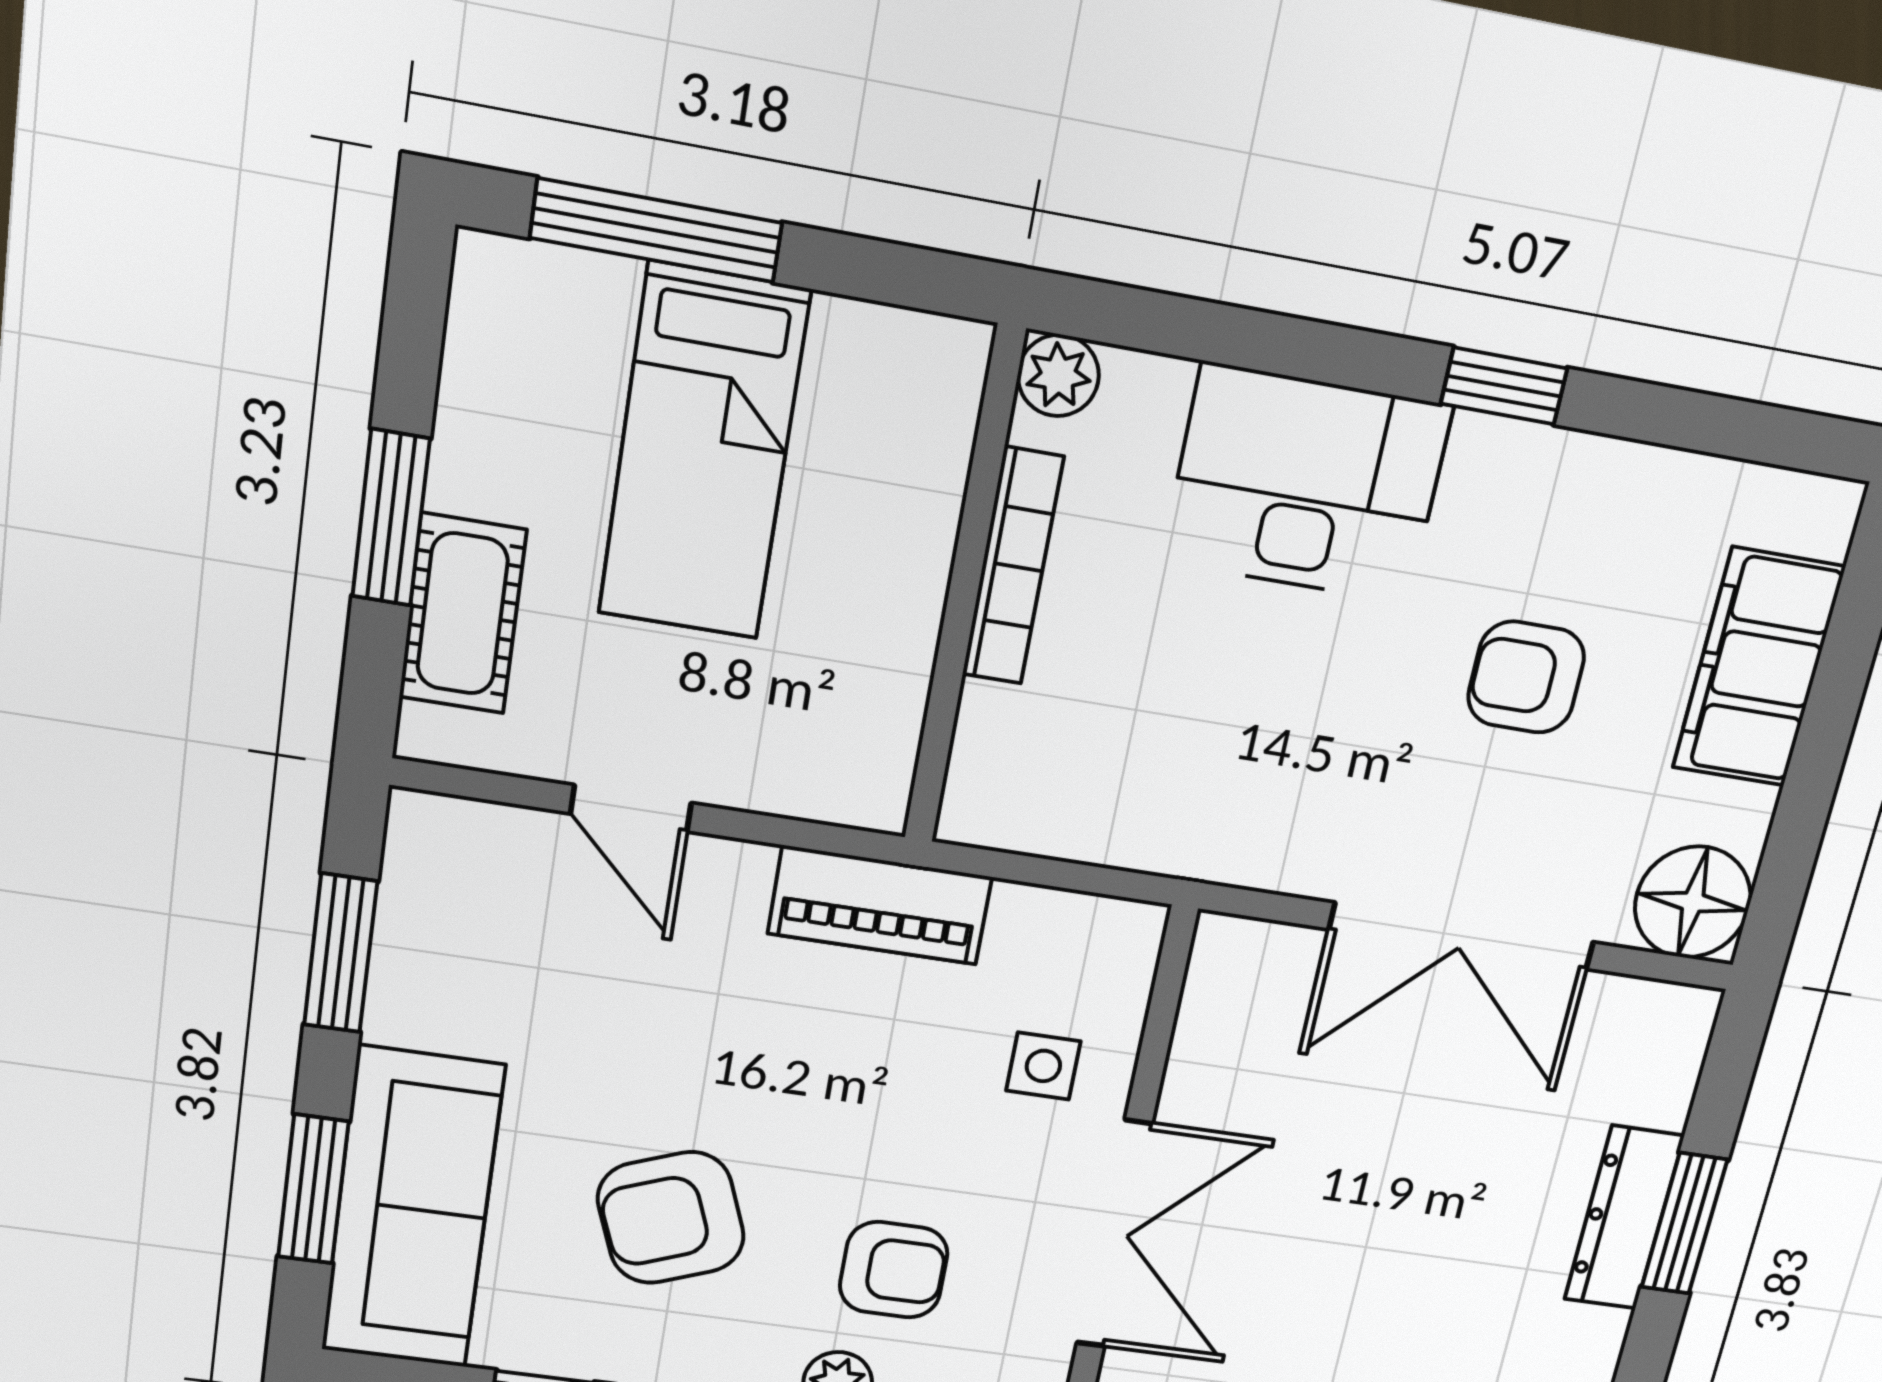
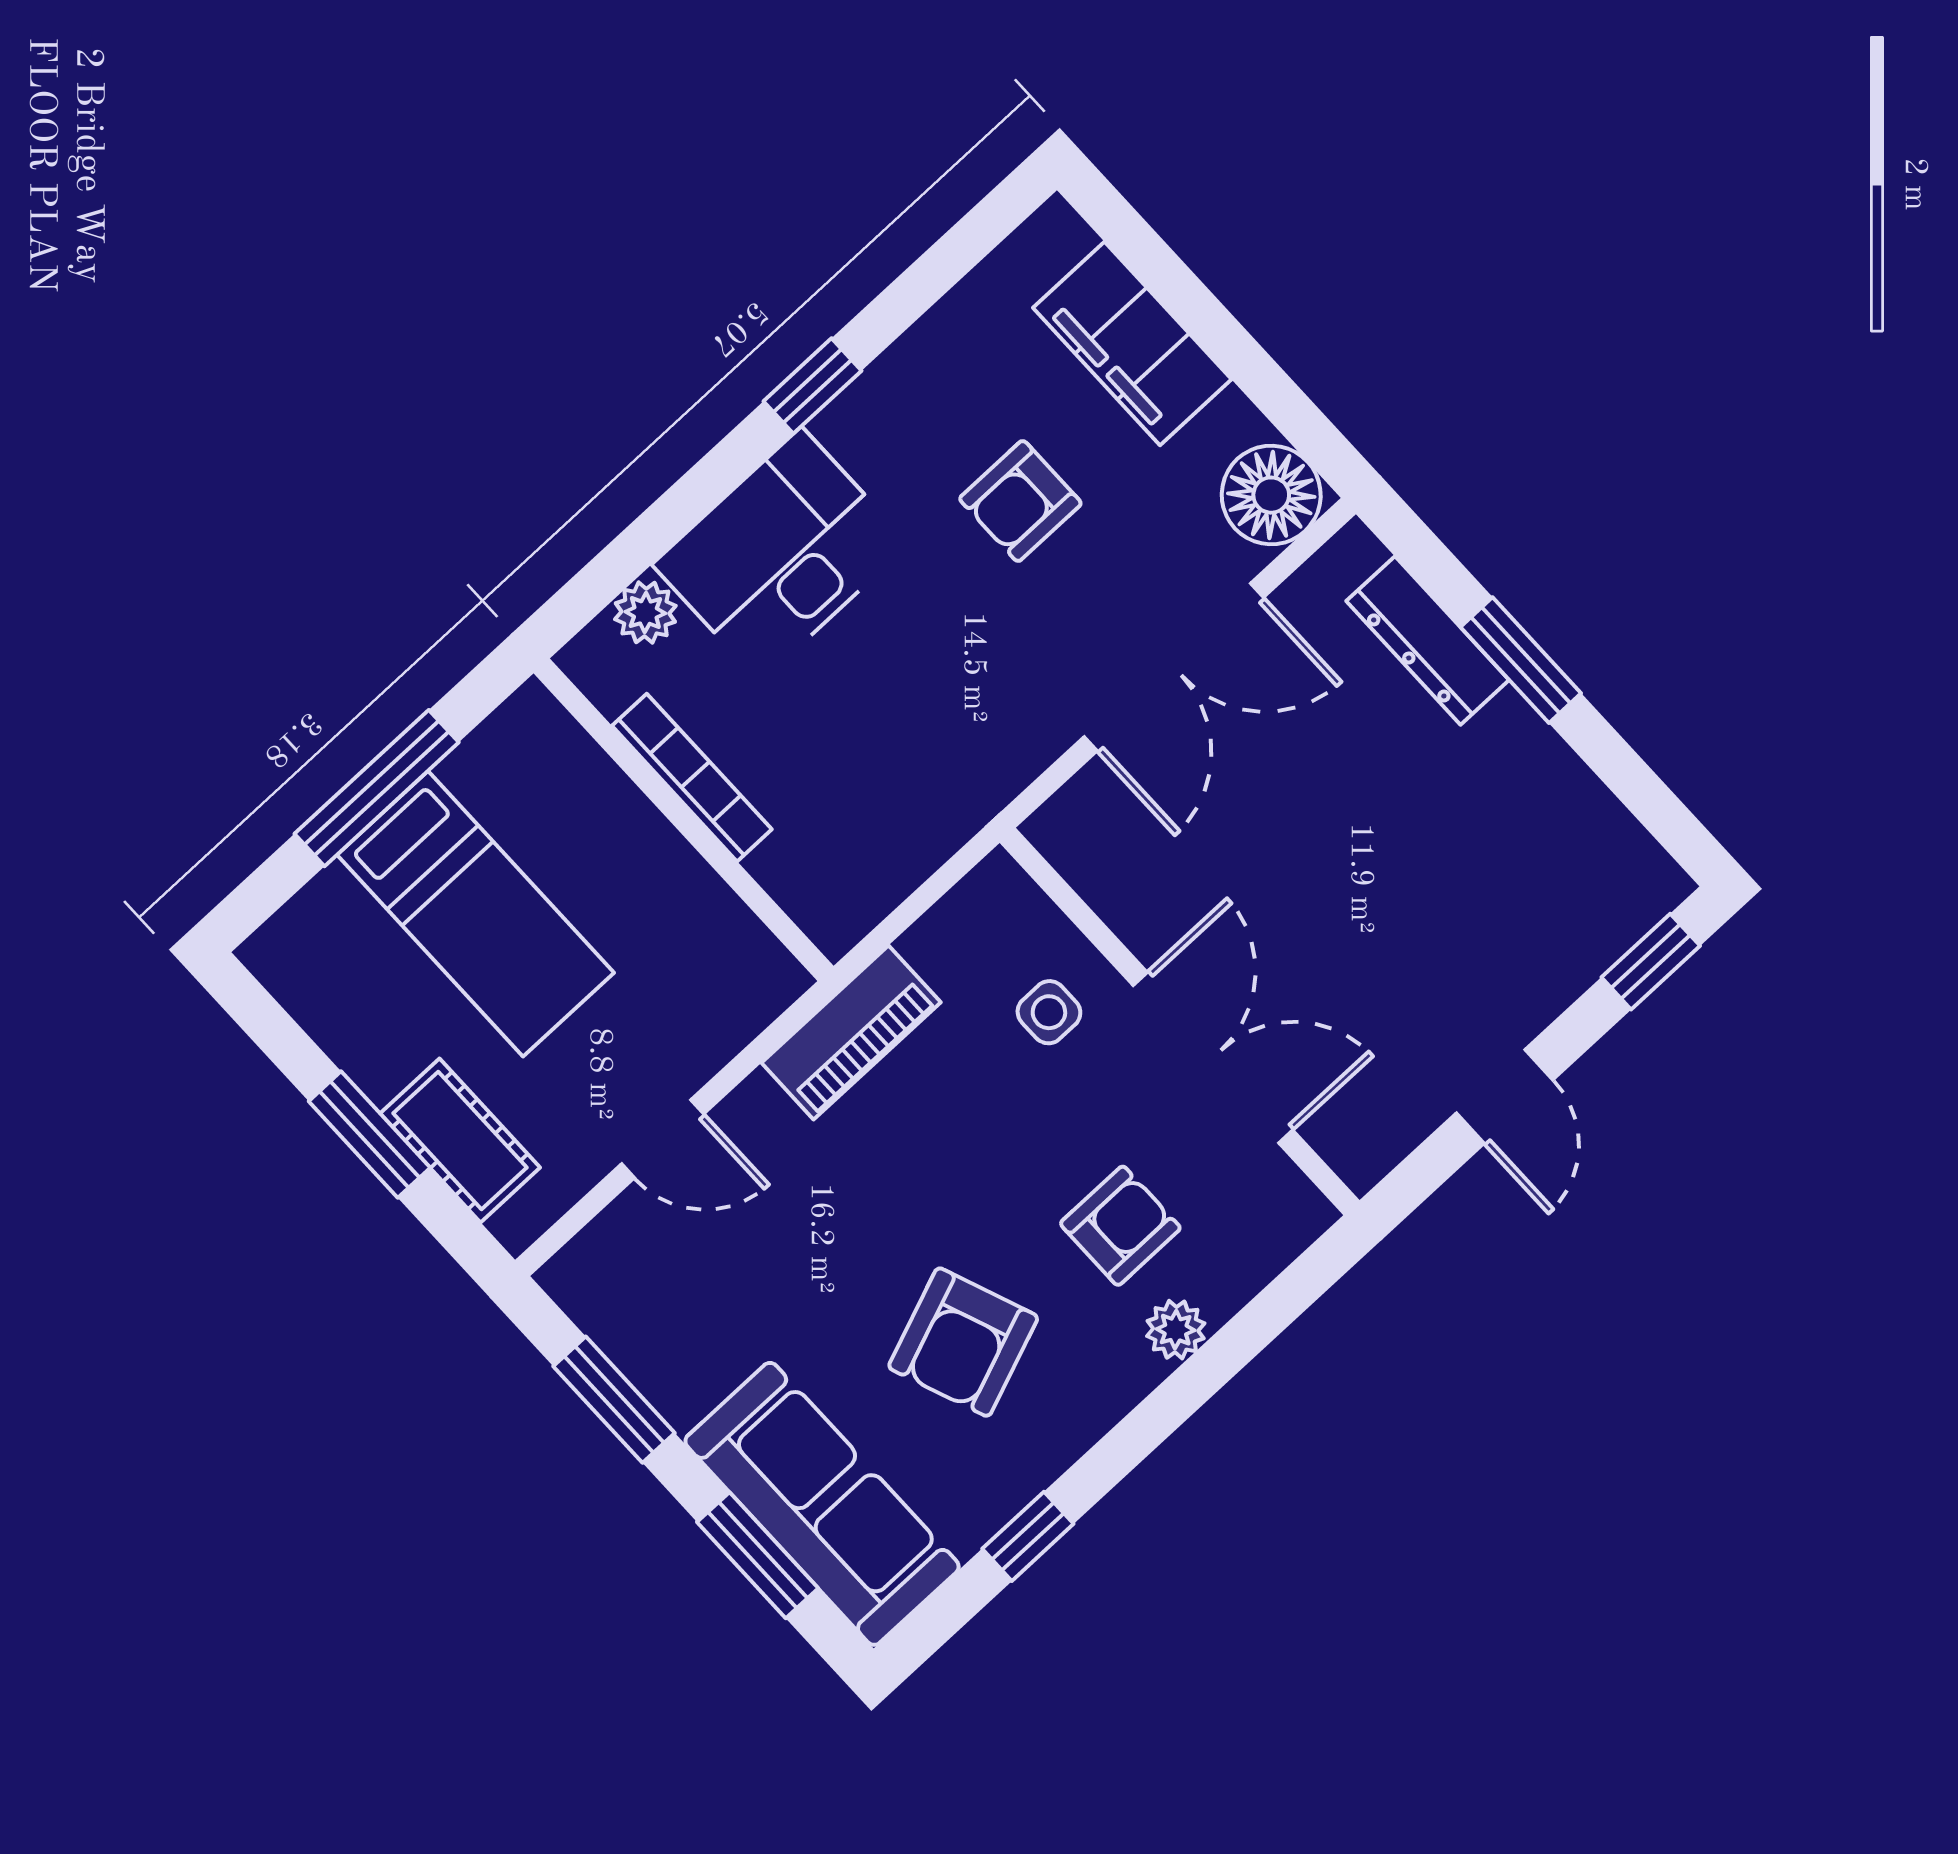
window: (656, 230) -> (377, 788), moved
plant: (1058, 376) -> (645, 612), moved
dresser: (1624, 1218) -> (1428, 641), moved

